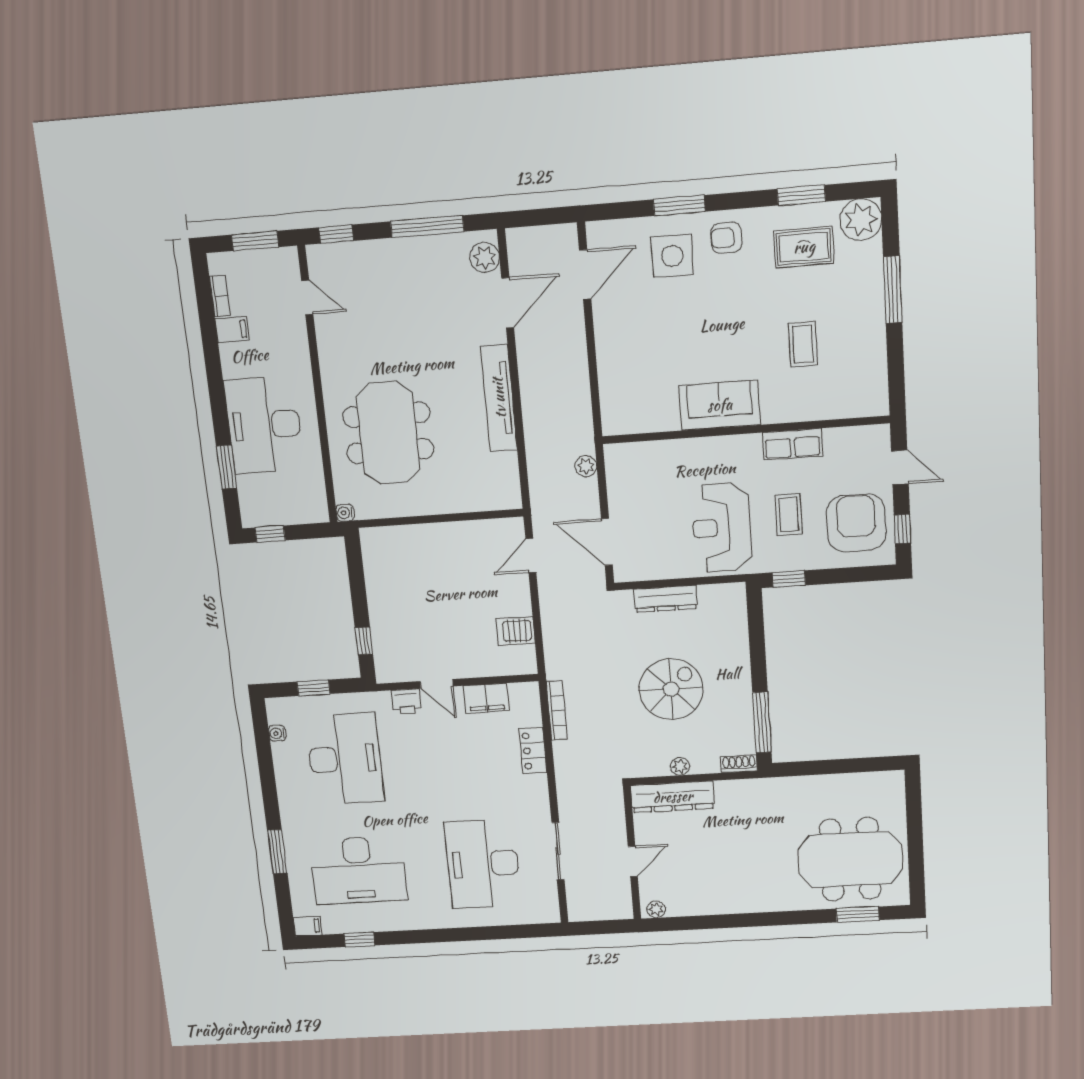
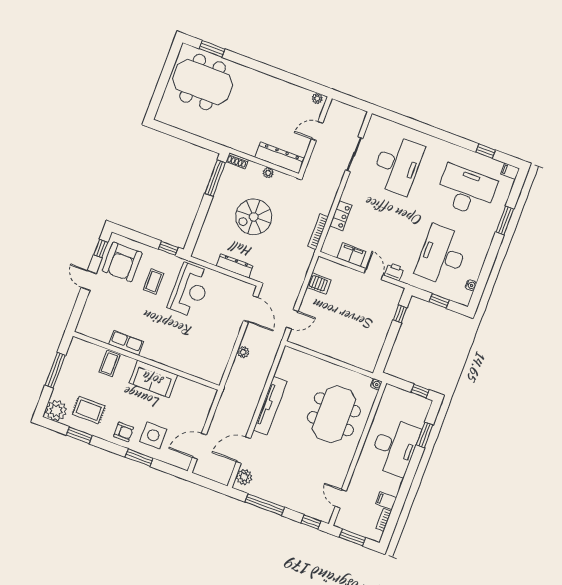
sofa: (720, 405) -> (153, 379), moved
wall: (745, 430) -> (146, 361), moved
row of seats: (792, 444) -> (126, 343), moved

